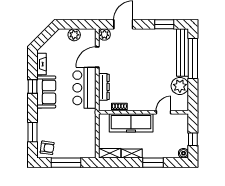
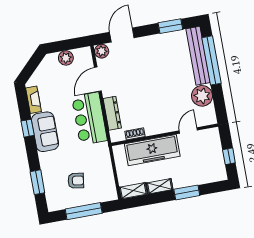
armchair: (47, 148) -> (76, 181), moved
boiler: (183, 153) -> (221, 175), removed

